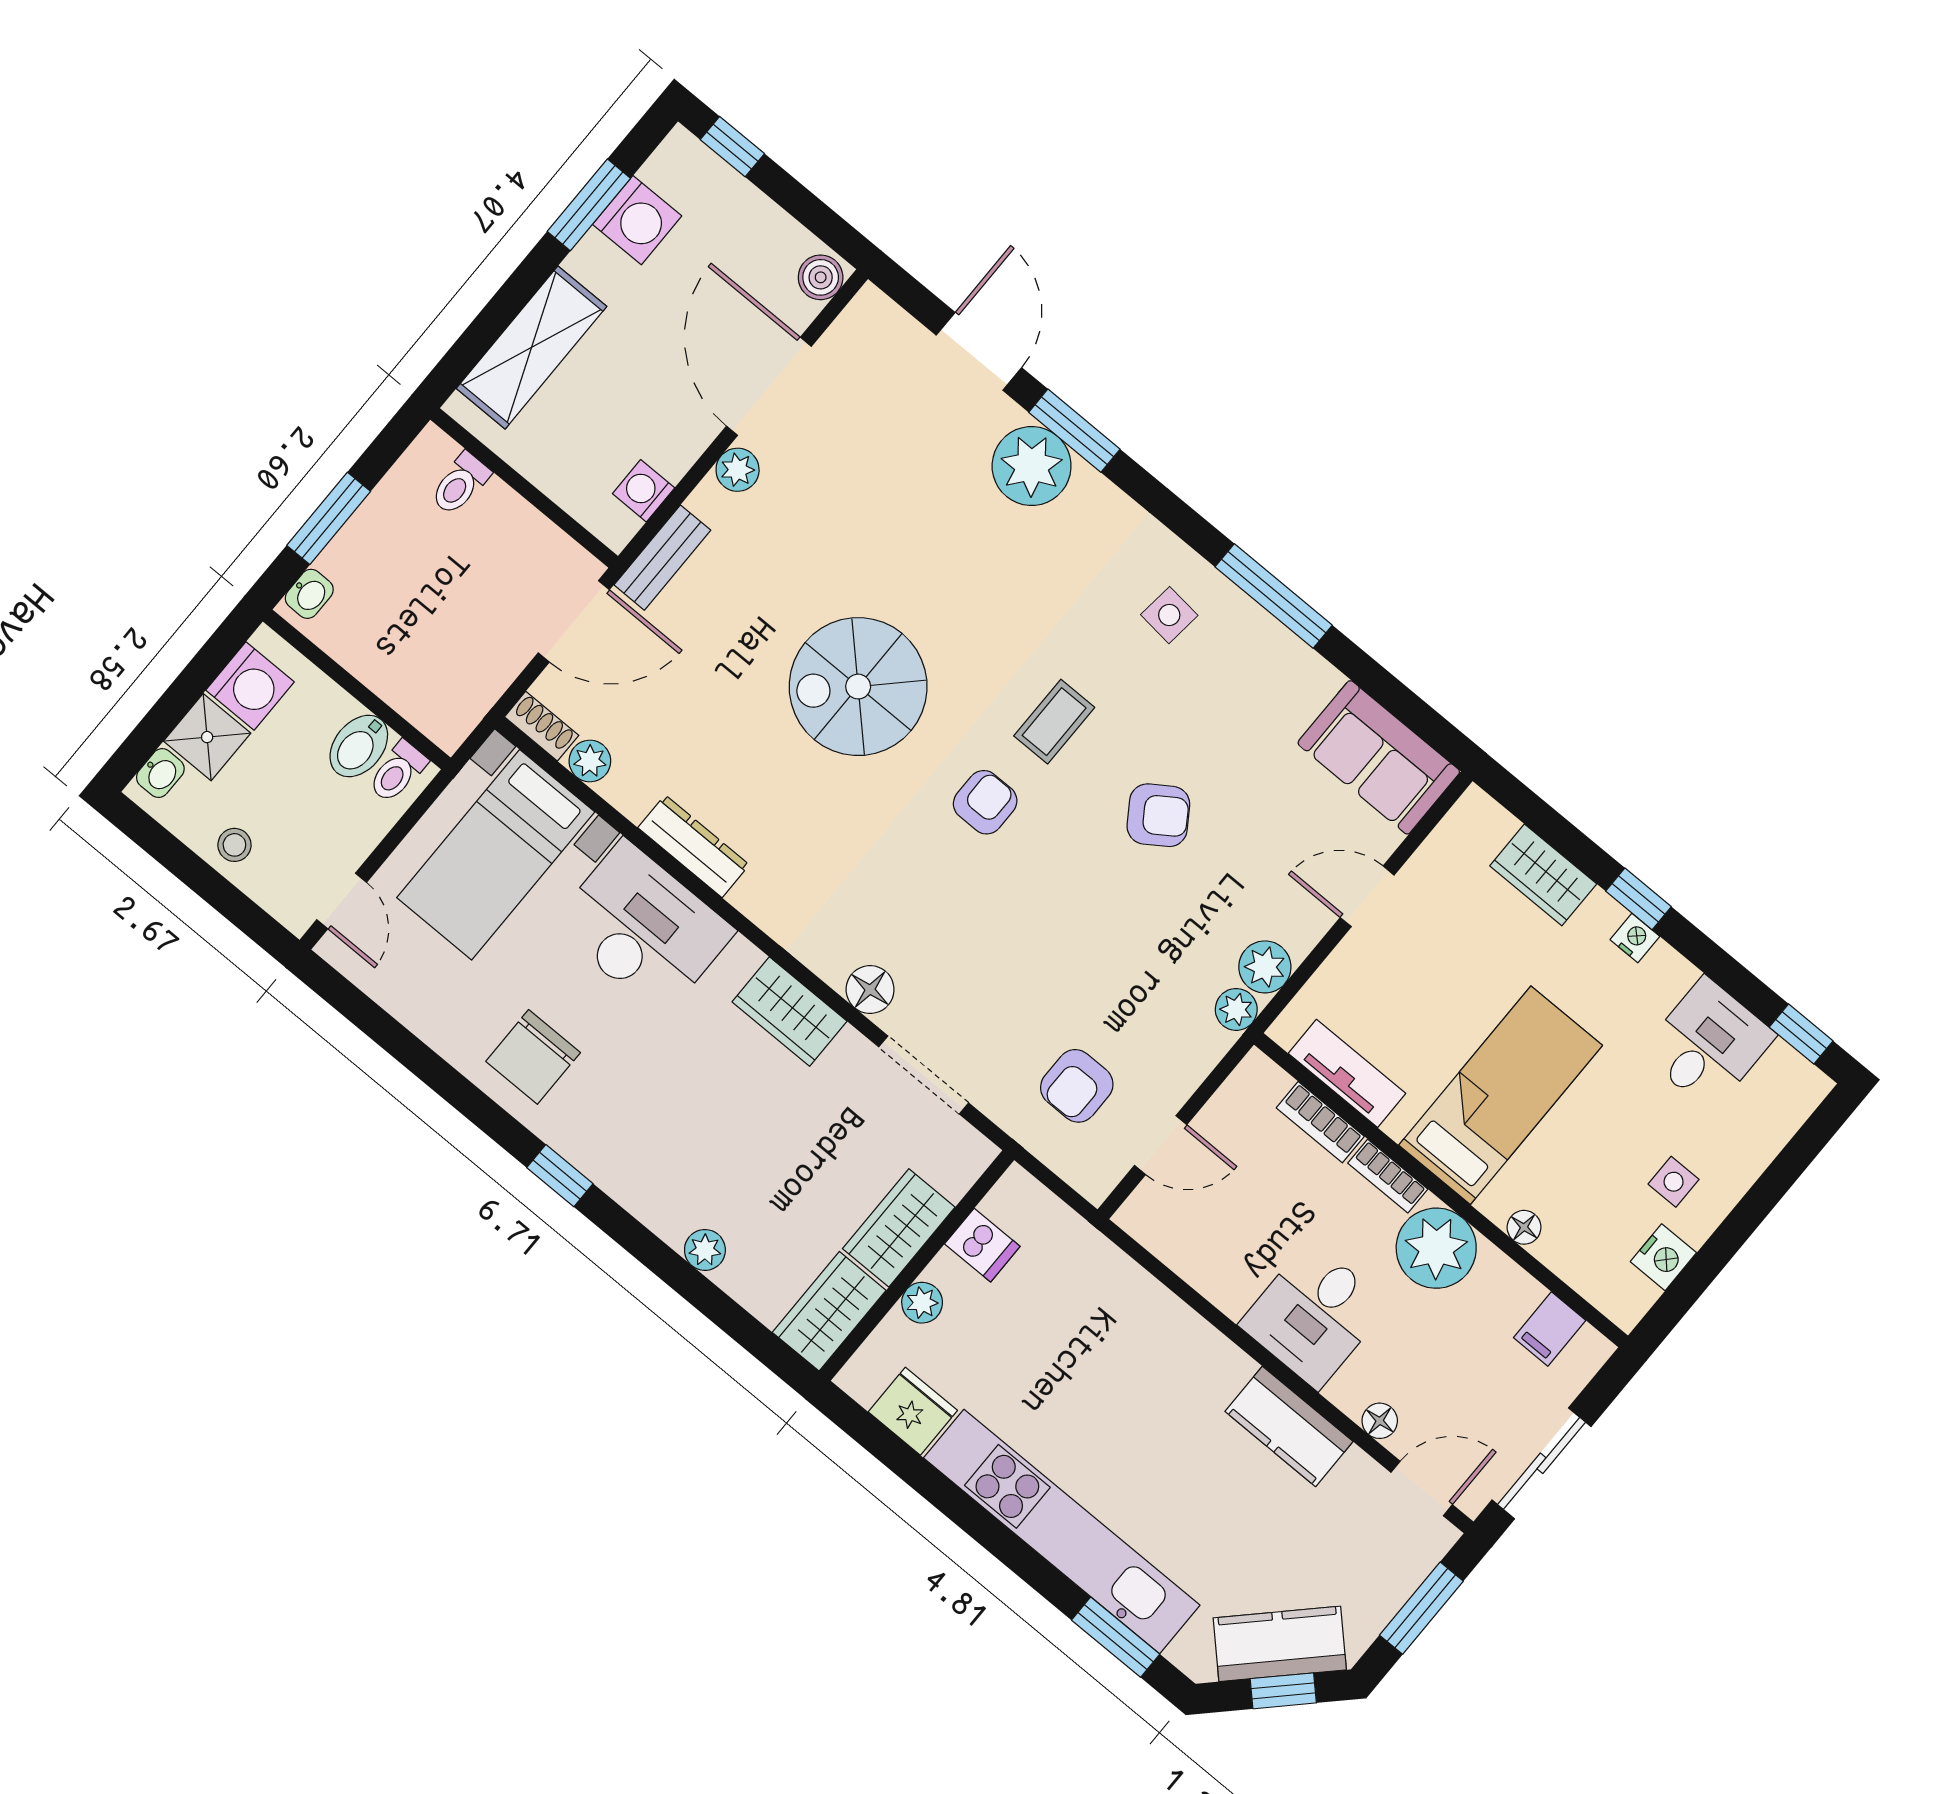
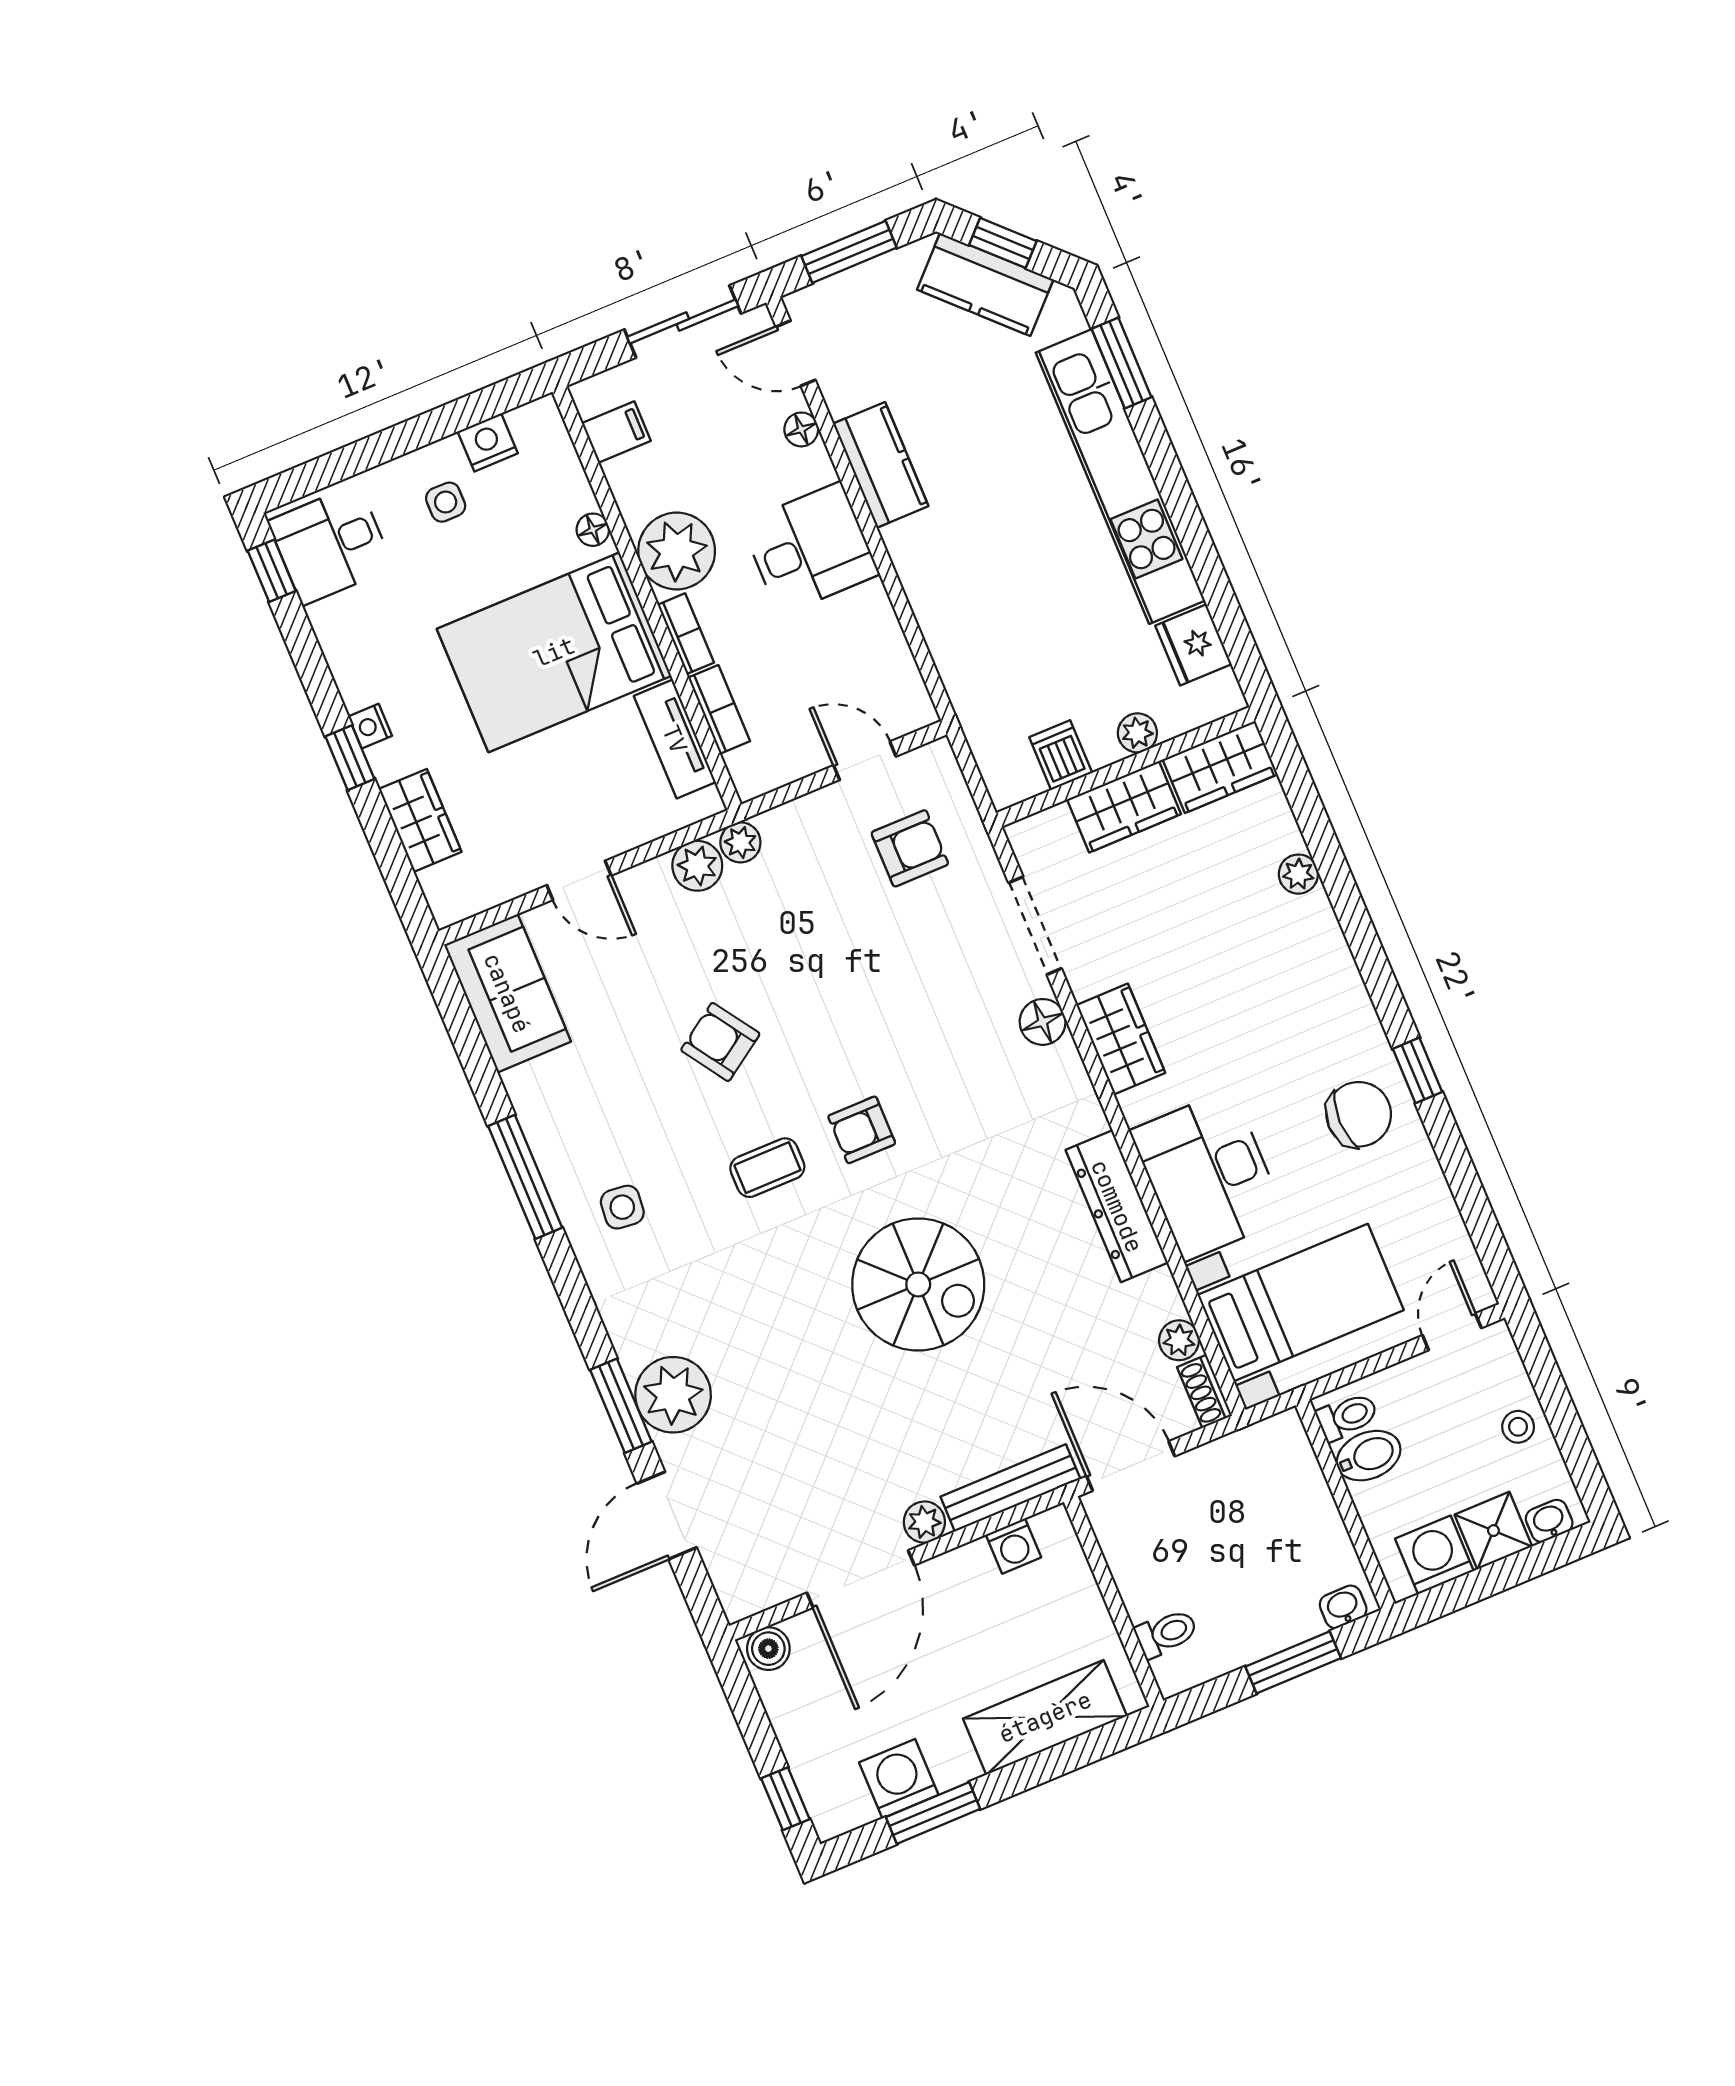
bench: (662, 558) -> (1010, 1488), width x1.36
dresser: (694, 846) -> (1117, 1206), width x1.37, depth x1.24
desk: (1708, 1044) -> (330, 544), moved
bed: (1501, 1095) -> (554, 652), width x1.50
window: (560, 1176) -> (1417, 1070), moved

